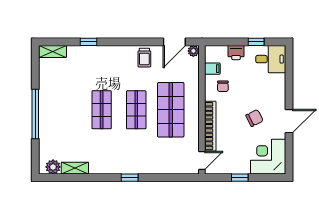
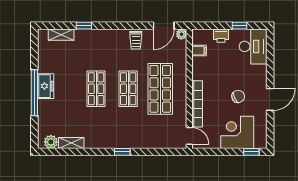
shelving: (53, 51) -> (61, 35), moved
desk: (271, 59) -> (253, 46), width x1.37
chair: (223, 86) -> (209, 67), removed
freezer: (47, 107) -> (46, 86), added
corner desk: (268, 157) -> (237, 132), moved
door: (202, 161) -> (189, 136), hinge flipped
window: (240, 178) -> (251, 152), moved

